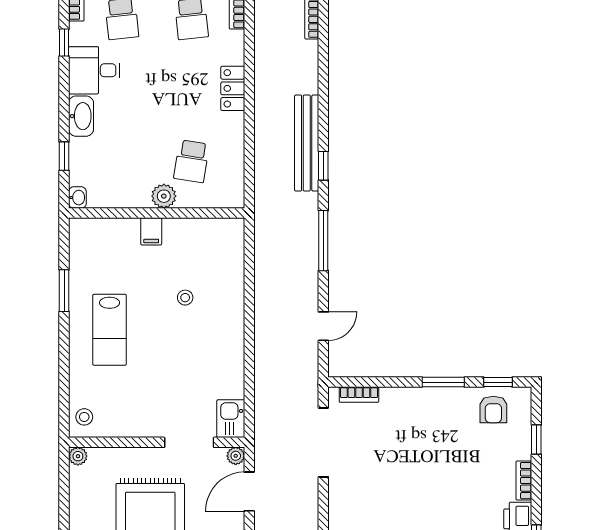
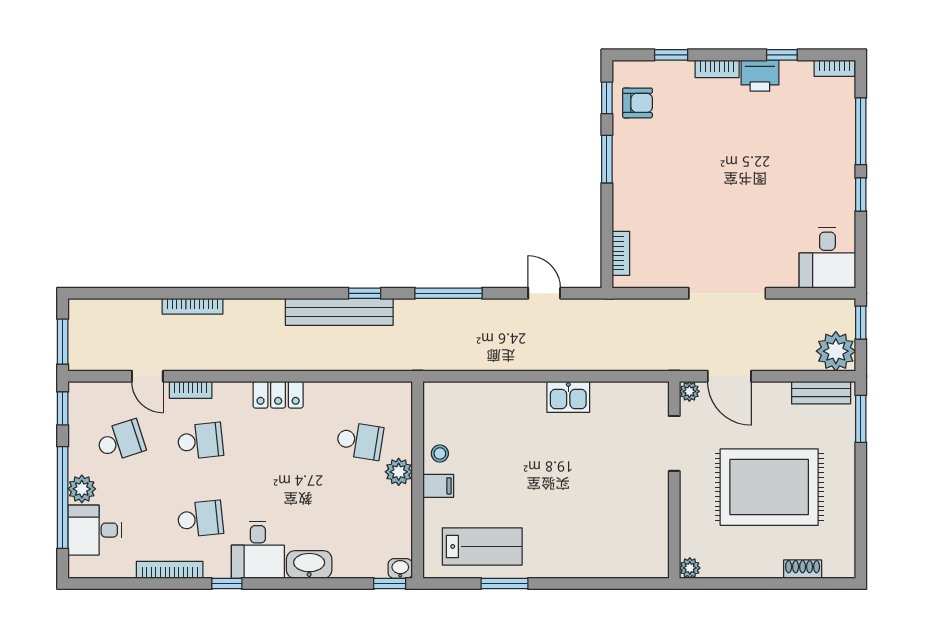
window: (64, 156) -> (390, 584), moved
stool: (185, 298) -> (440, 453), moved
lab bench: (110, 330) -> (482, 546), moved
stool: (84, 417) -> (646, 561), removed
kitchen sink: (231, 419) -> (568, 397), moved
doorway: (323, 442) -> (727, 293), moved

